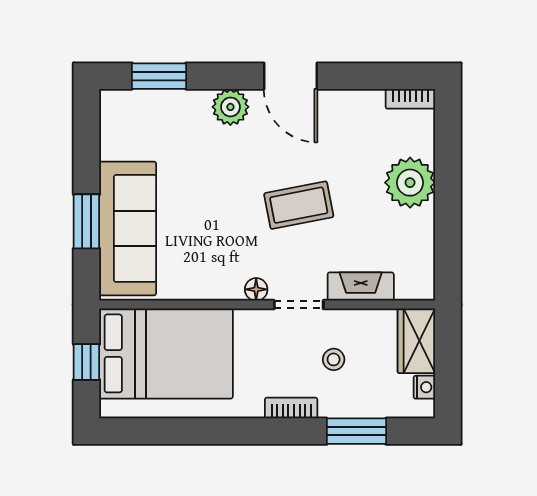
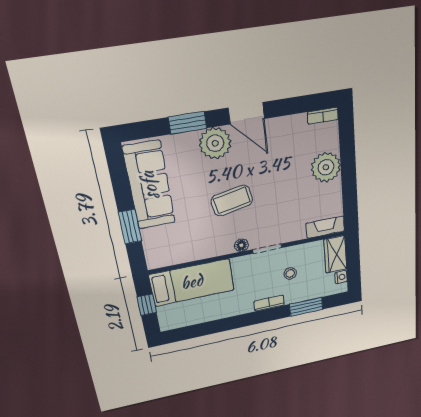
window: (159, 76) -> (188, 123), moved
plant: (230, 107) -> (215, 143), width x1.36, depth x1.36
coffee table: (299, 205) -> (232, 200), moved
sofa: (128, 228) -> (149, 185), moved
fireplace: (361, 287) -> (325, 227), moved
bed: (166, 353) -> (192, 282), width x0.67

